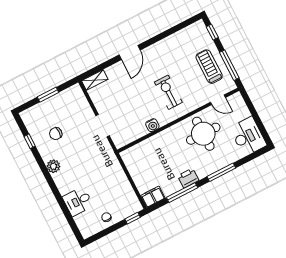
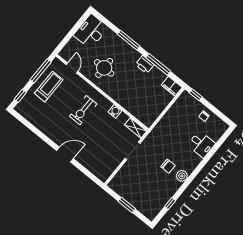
treadmill: (209, 67) -> (49, 87), turned 180
shelving: (95, 80) -> (136, 128), moved
chair: (56, 134) -> (168, 166), moved
round table: (203, 134) -> (104, 68), width x0.73, depth x0.73

